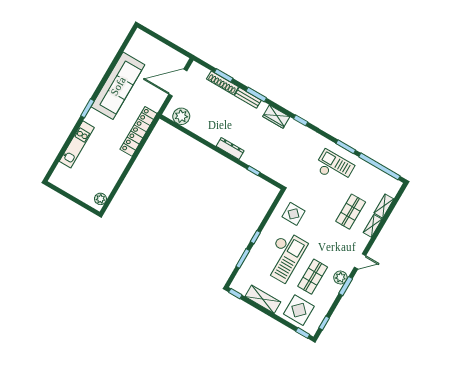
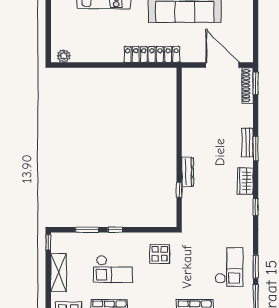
window: (224, 75) -> (256, 83), moved
shoe rack: (223, 83) -> (248, 86), moved
plant: (181, 116) -> (191, 88), removed
dresser: (230, 148) -> (188, 172), moved
checkout: (284, 256) -> (113, 269), width x0.73, depth x0.83

